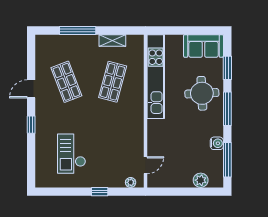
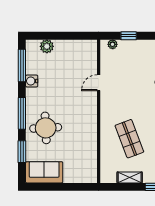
kitchen unit: (156, 77) -> (89, 144), removed
shop shelf: (113, 82) -> (129, 139), turned -36
door: (145, 165) -> (99, 83), moved
window: (100, 192) -> (129, 36), moved

